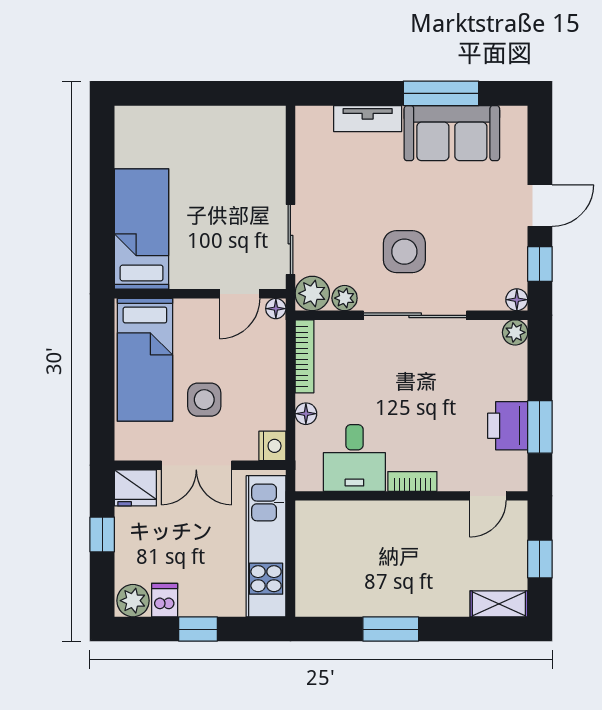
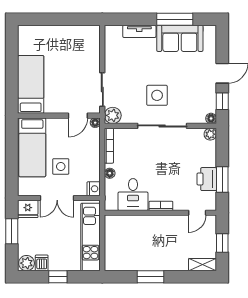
plant: (345, 298) -> (128, 118), removed
window: (102, 534) -> (12, 231), width x1.50

